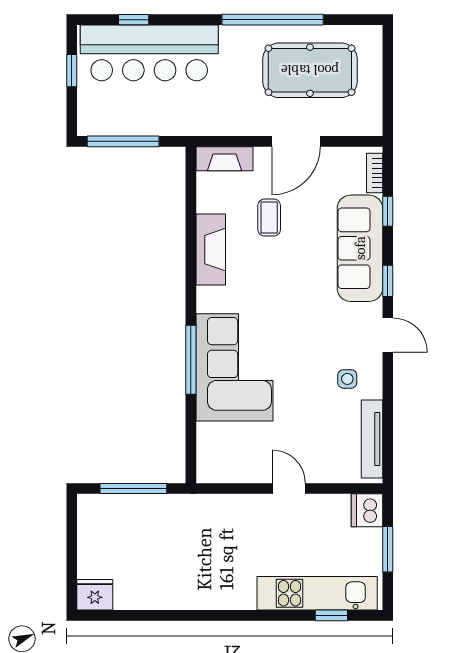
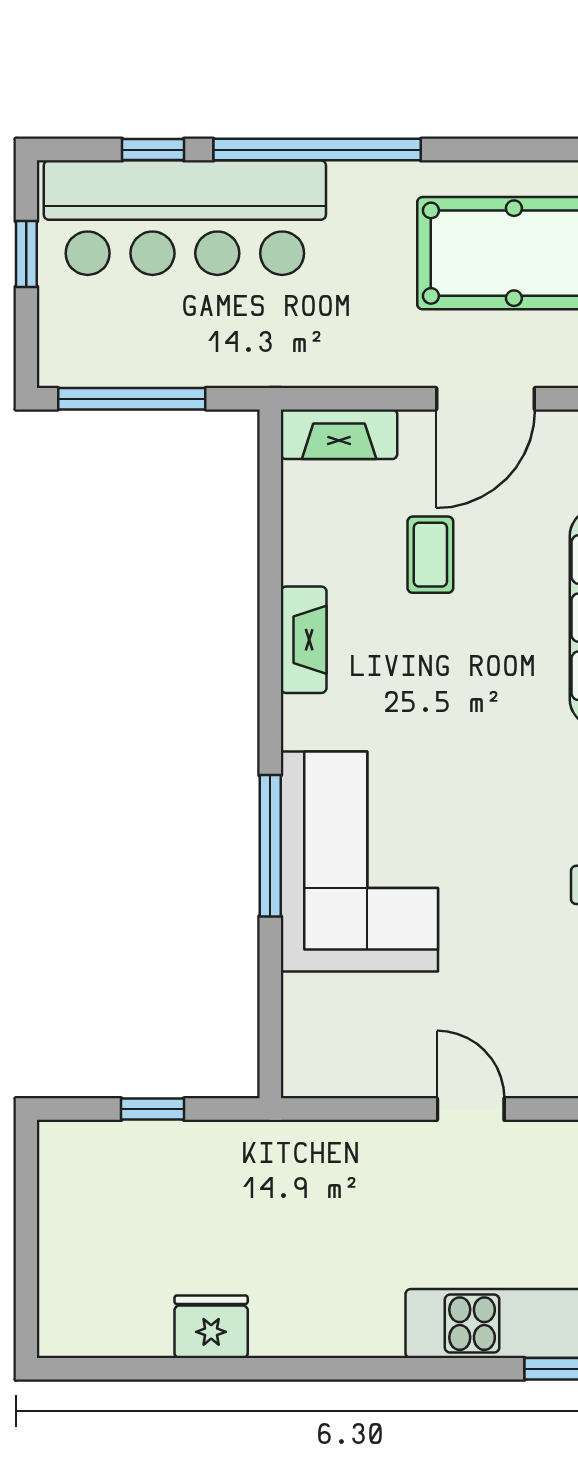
window: (273, 20) -> (317, 150), moved
fireplace: (211, 250) -> (304, 640), width x0.73, depth x0.76
window: (133, 488) -> (153, 1109), width x0.46
fridge: (95, 595) -> (211, 1327), moved

